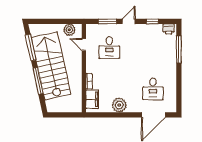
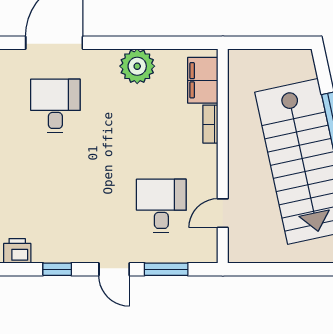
door: (129, 21) -> (114, 269), hinge flipped
plant: (69, 30) -> (258, 249), removed
door: (84, 45) -> (223, 213), swing flipped

